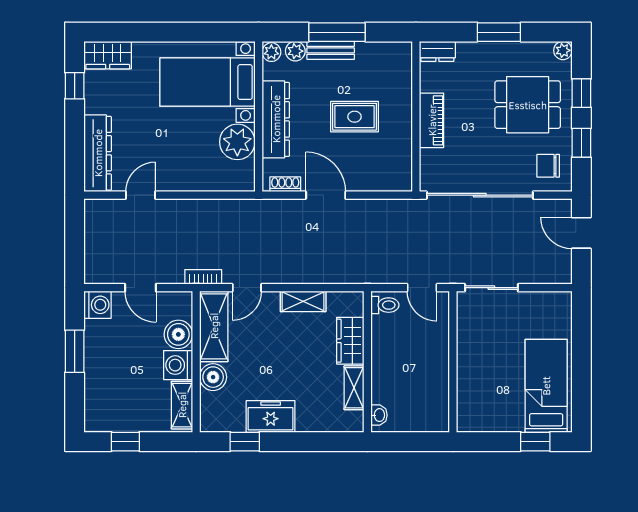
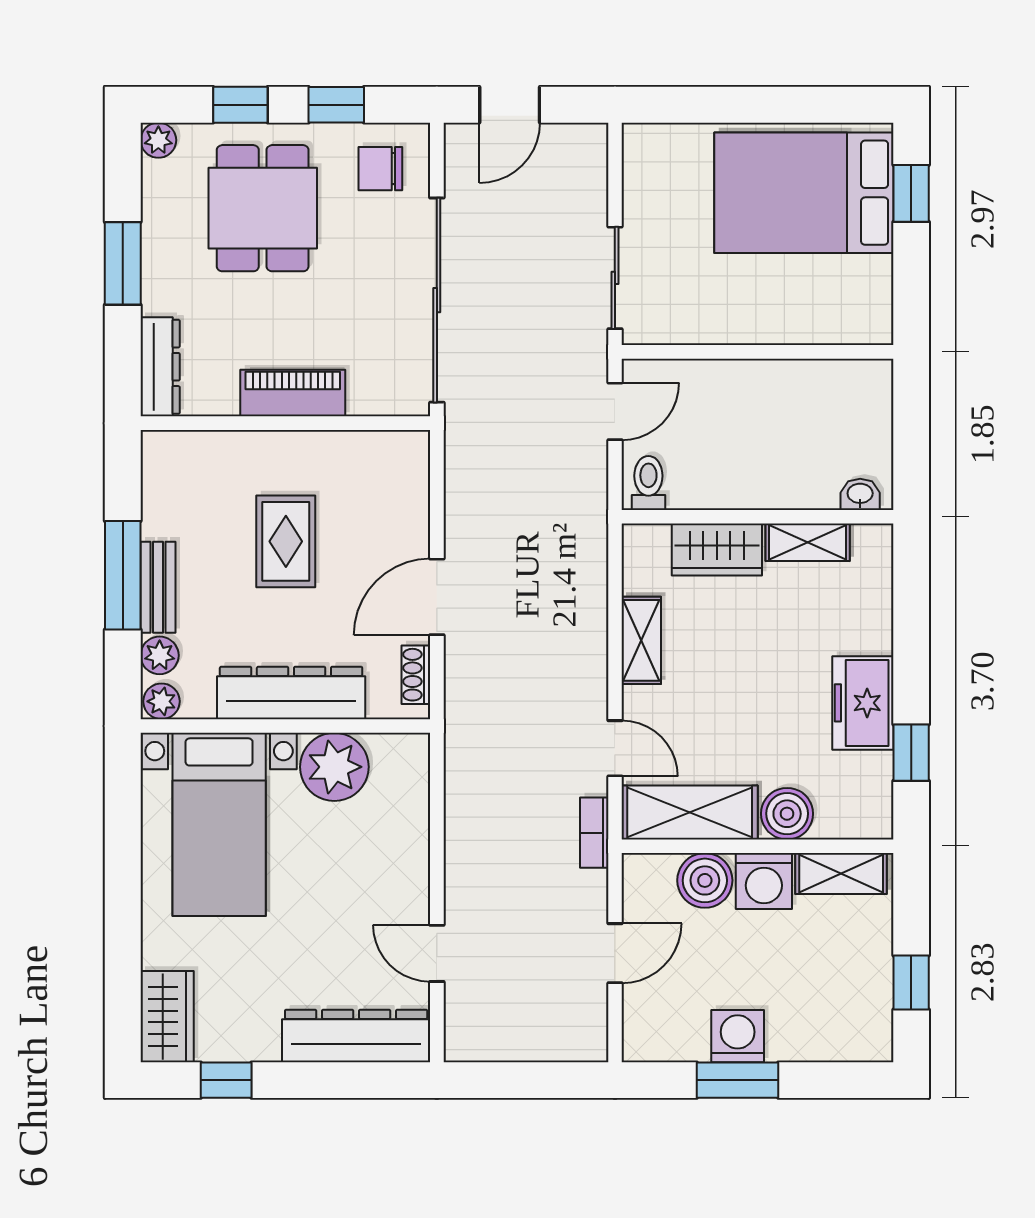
dresser: (437, 51) -> (160, 367), width x1.44
chair: (548, 166) -> (380, 169), turned 90
washing machine: (97, 305) -> (738, 1036), moved
bed: (546, 386) -> (804, 193), width x1.50

